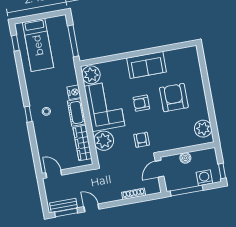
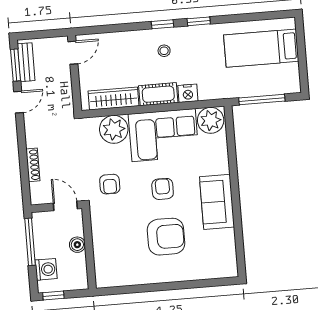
window: (15, 43) -> (199, 21), moved
plant: (203, 129) -> (117, 274), removed
armchair: (142, 140) -> (110, 184), turned 90

